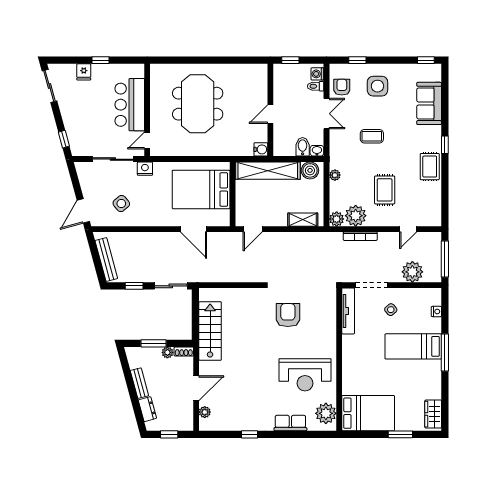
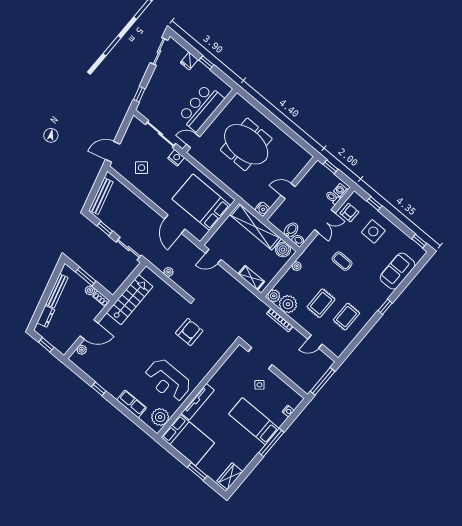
meeting table: (198, 104) -> (246, 144), turned 90
rug: (430, 167) -> (347, 317), moved
plant: (412, 272) -> (169, 272), moved, width x0.53, depth x0.53
tv unit: (348, 311) -> (198, 402), moved
bench: (139, 383) -> (57, 291), width x1.36

